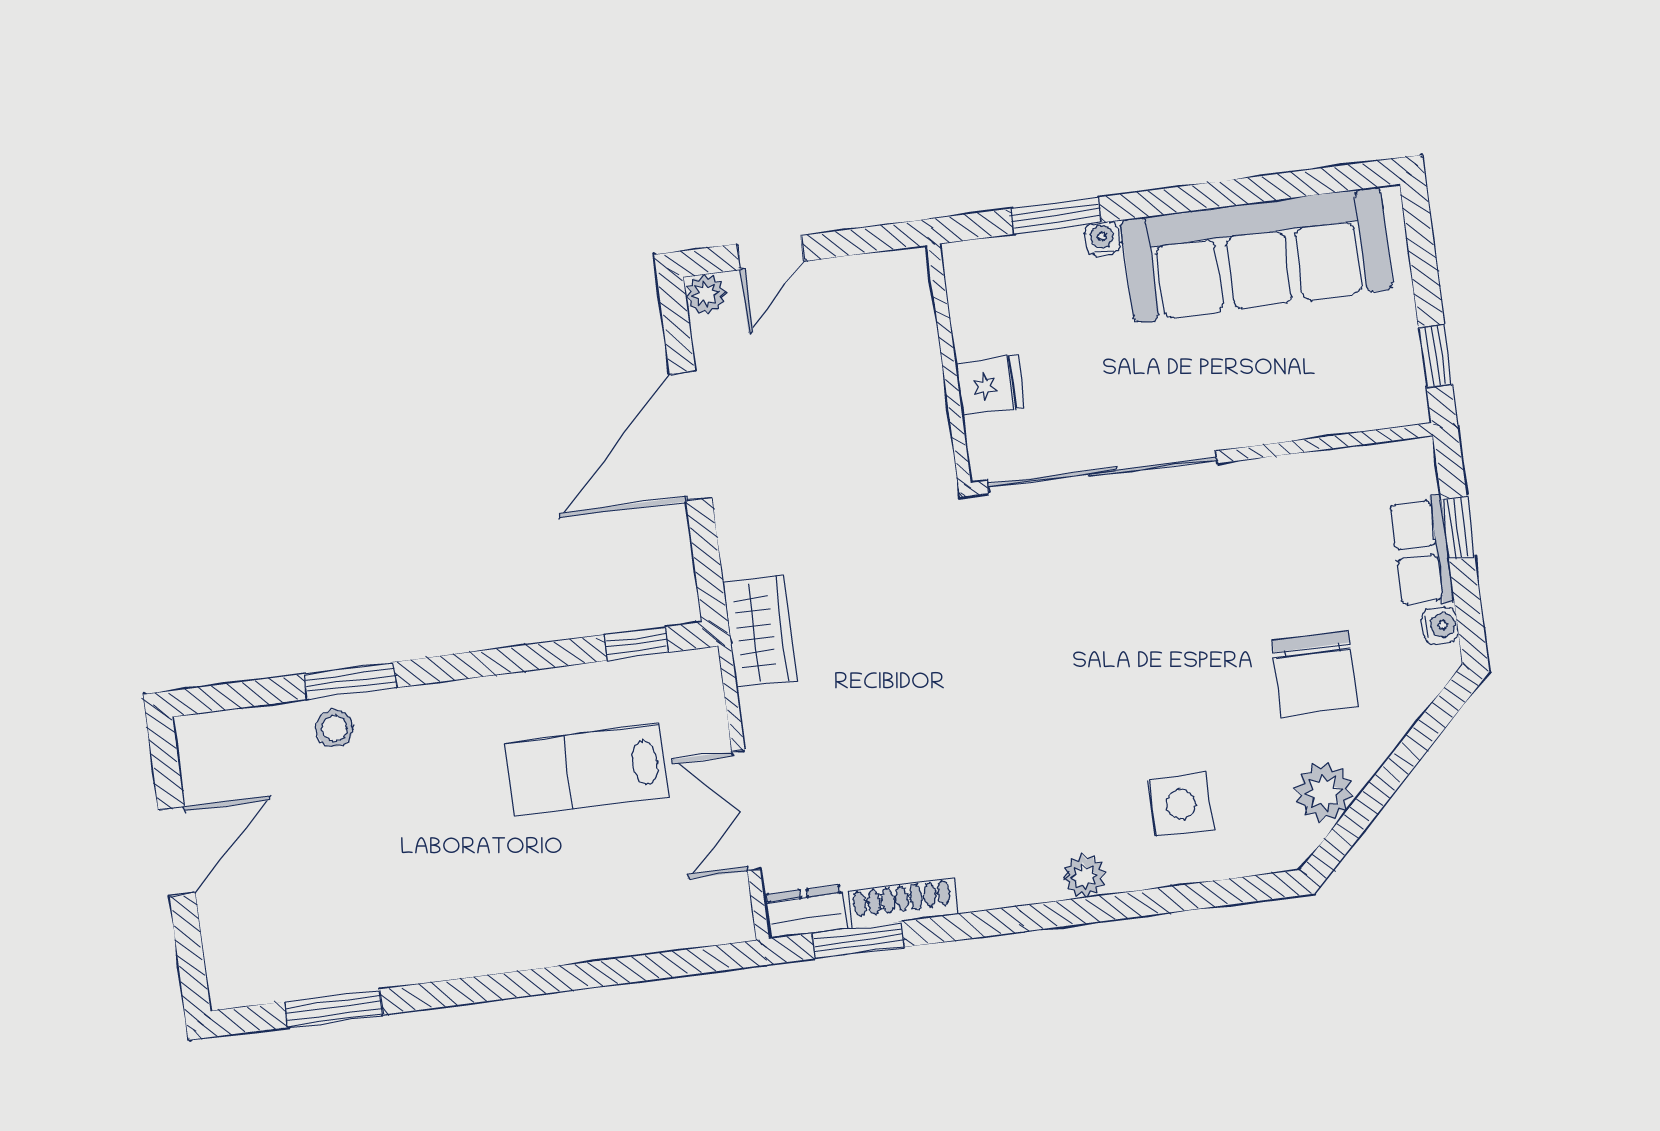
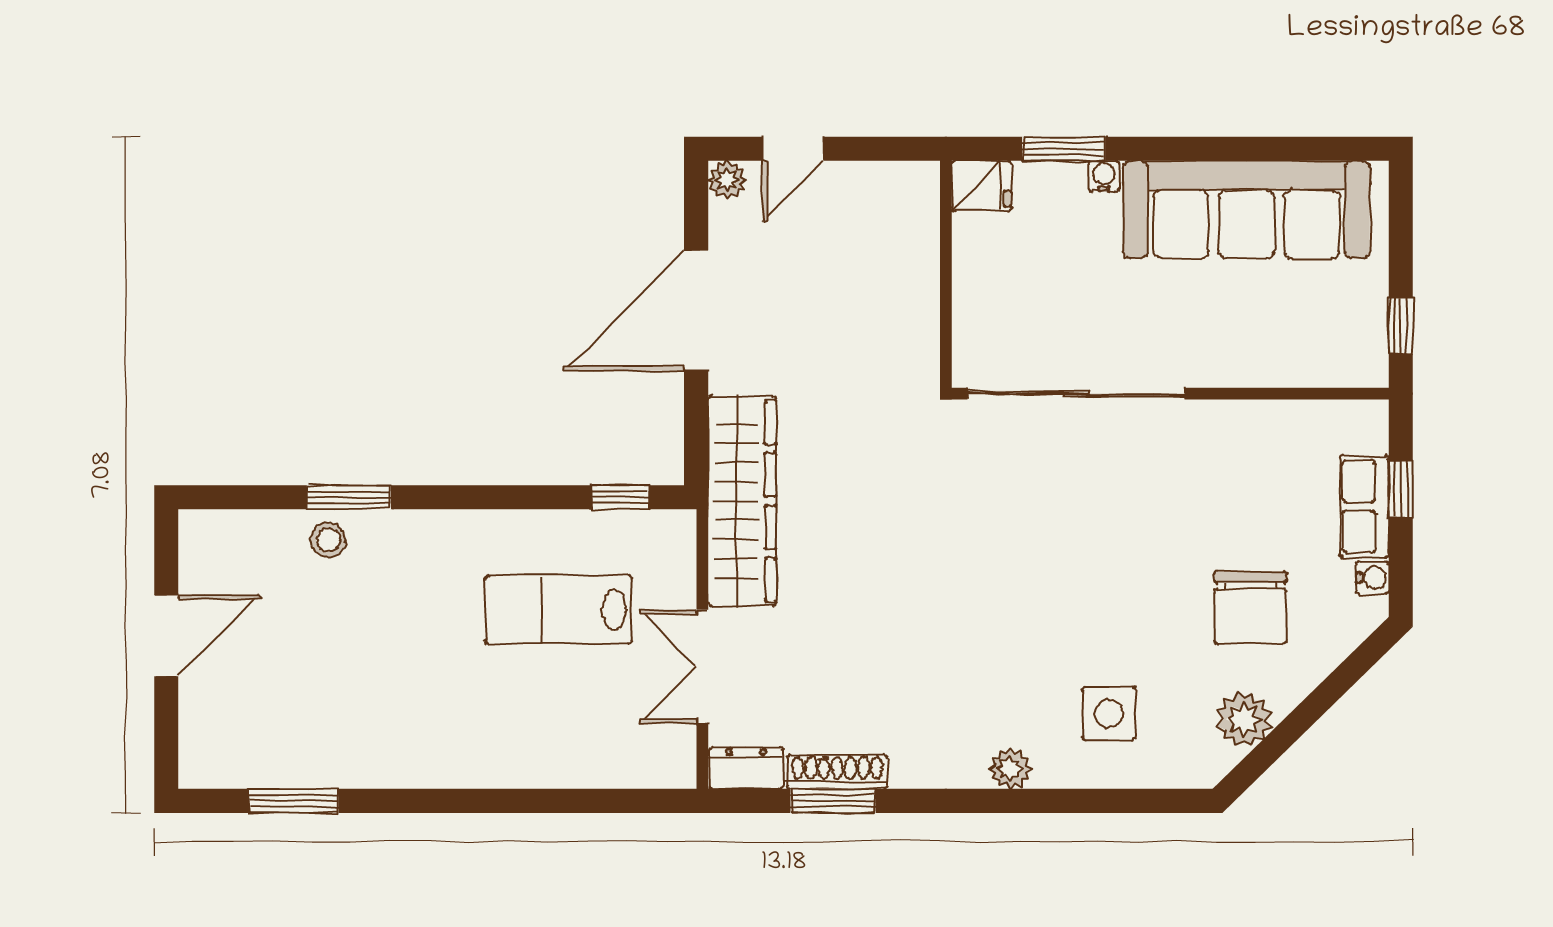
fridge: (990, 385) -> (981, 186), moved
wardrobe: (760, 631) -> (742, 501), width x2.10, depth x1.17
window: (858, 940) -> (833, 801), moved

